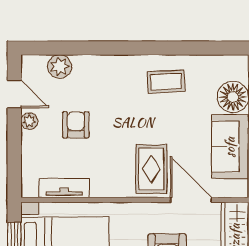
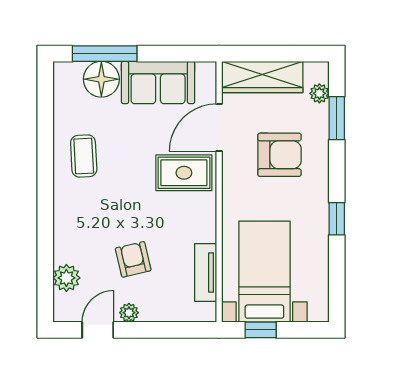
armchair: (76, 125) -> (133, 259), turned 77

